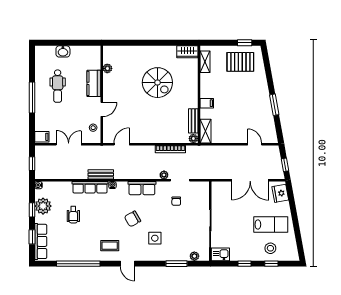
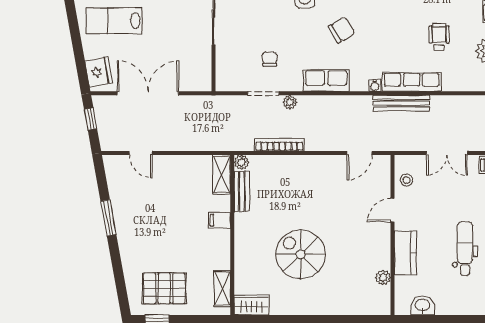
washbasin: (63, 51) -> (422, 306), moved
bench: (101, 174) -> (401, 103), width x1.36

